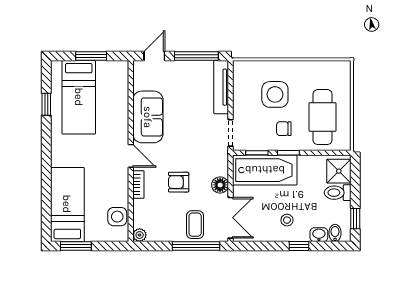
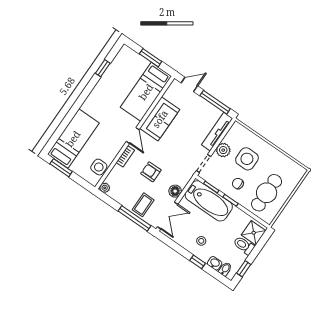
bed: (79, 97) -> (146, 92), moved
plant: (242, 103) -> (223, 150), added

